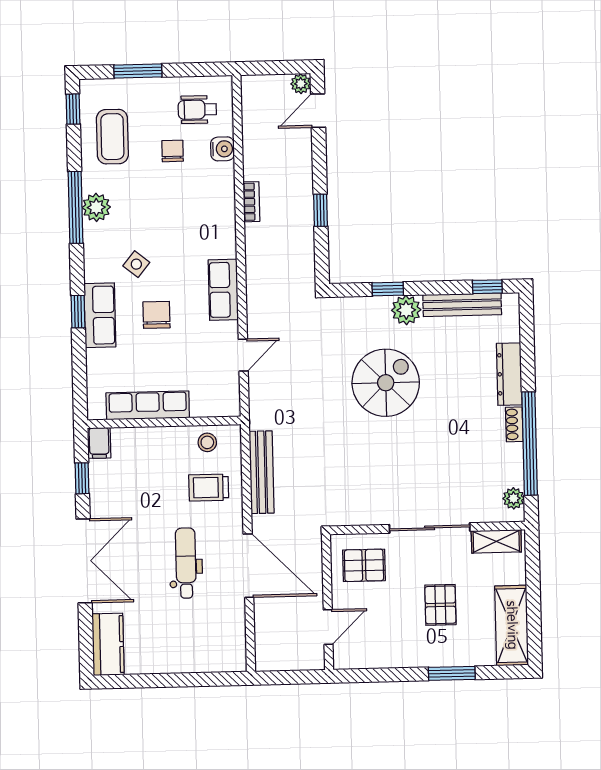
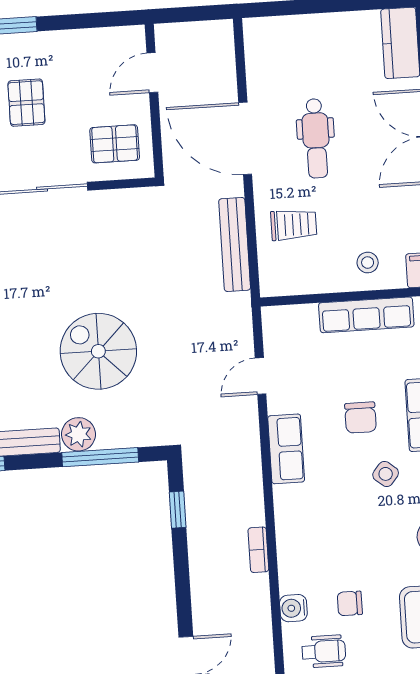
chair: (173, 151) -> (350, 603), turned 90
window: (321, 210) -> (178, 510), moved
window: (388, 289) -> (100, 457), width x2.17
spiral stairs: (386, 383) -> (98, 351), turned 90
stool: (207, 442) -> (368, 263), moved

